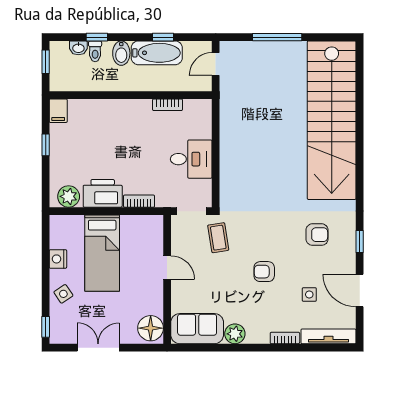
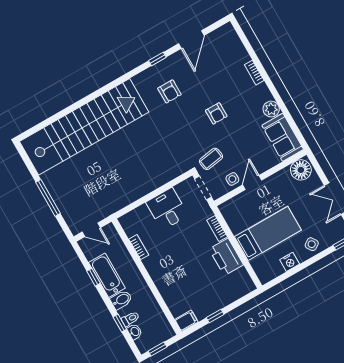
plant: (69, 196) -> (242, 279), removed
armchair: (317, 235) -> (169, 91), turned 180
side table: (309, 295) -> (232, 179), moved
tv unit: (328, 336) -> (236, 43), removed

